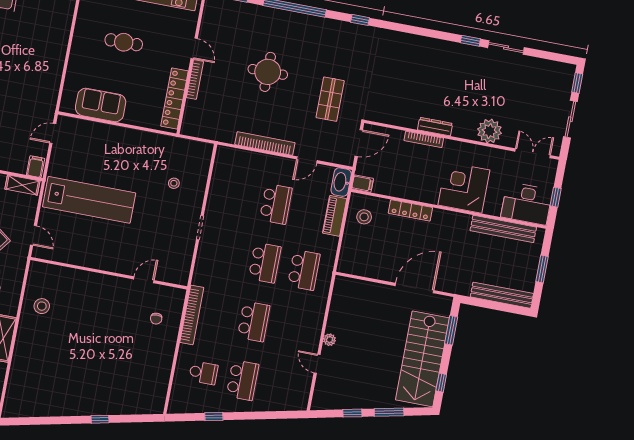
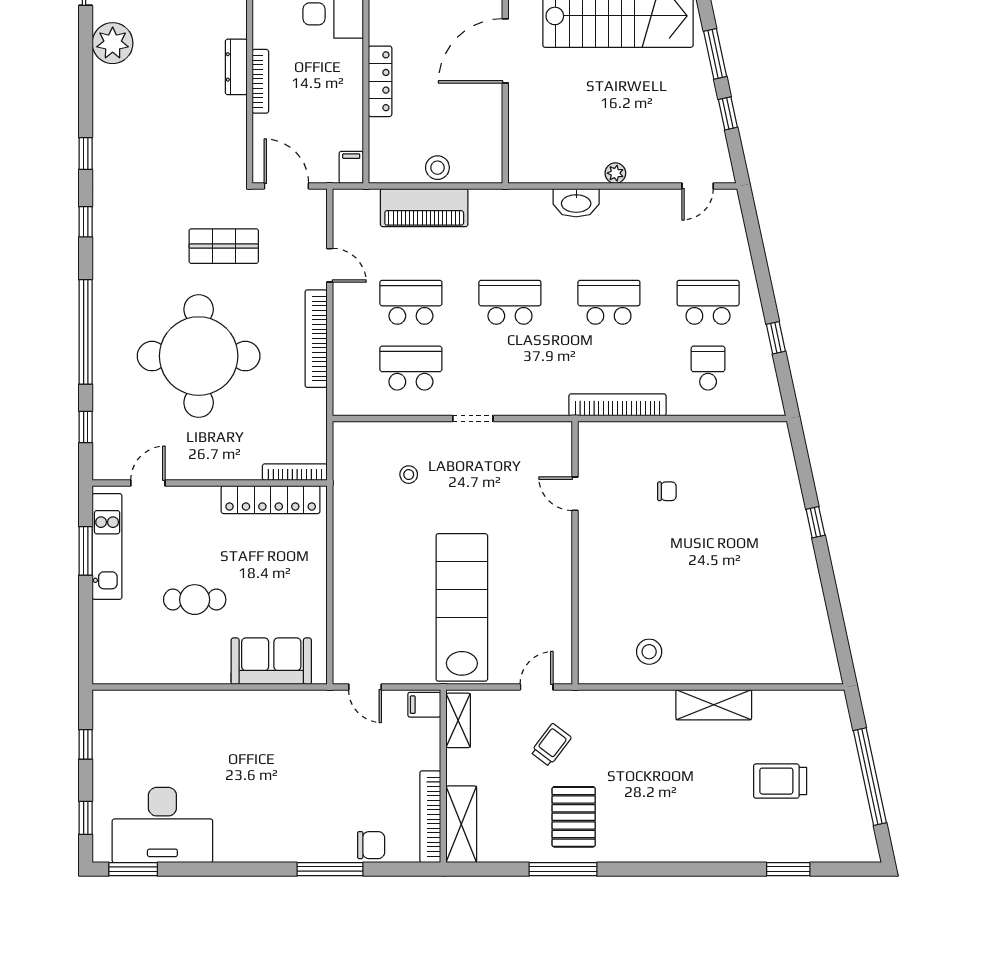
window: (470, 41) -> (86, 154), moved
cafe table: (124, 42) -> (195, 600), turned 90
door: (194, 48) -> (148, 483), moved
plant: (463, 56) -> (113, 43), added
round table: (268, 72) -> (199, 356), width x1.86, depth x1.86
bookcase: (195, 79) -> (295, 472), moved
sofa: (101, 105) -> (271, 661), moved, turned 90
washbasin: (341, 182) -> (576, 203), moved
piano: (335, 216) -> (424, 208), width x1.37, depth x1.33
stool: (364, 217) -> (437, 168), moved
school desk: (304, 270) -> (411, 368), moved
door: (414, 288) -> (505, 51), hinge flipped
chair: (156, 319) -> (667, 491), moved
door: (317, 364) -> (698, 186), moved

